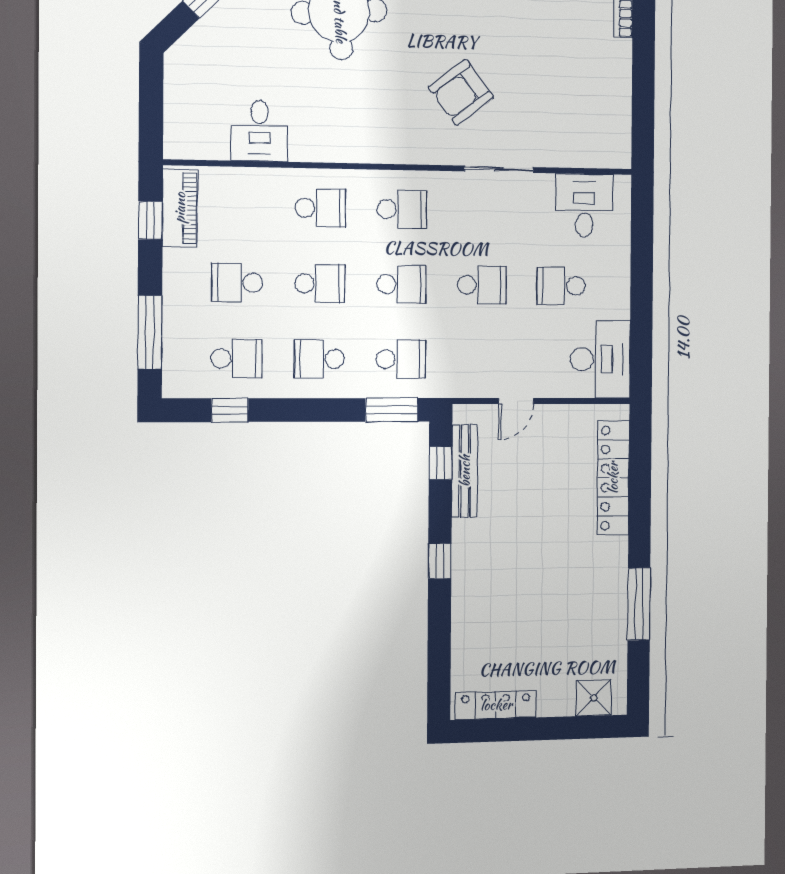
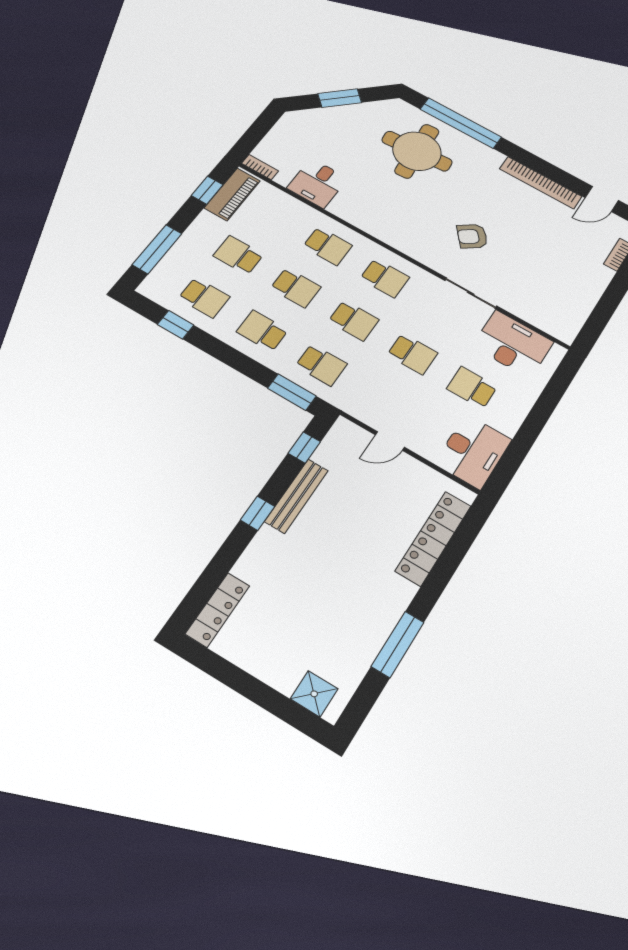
armchair: (461, 92) -> (472, 236), width x0.72, depth x0.72
bookcase: (186, 151) -> (260, 167), added
desk: (584, 205) -> (513, 344), width x1.37
bench: (465, 471) -> (296, 496), moved
locker: (496, 705) -> (218, 610), moved, turned 90

